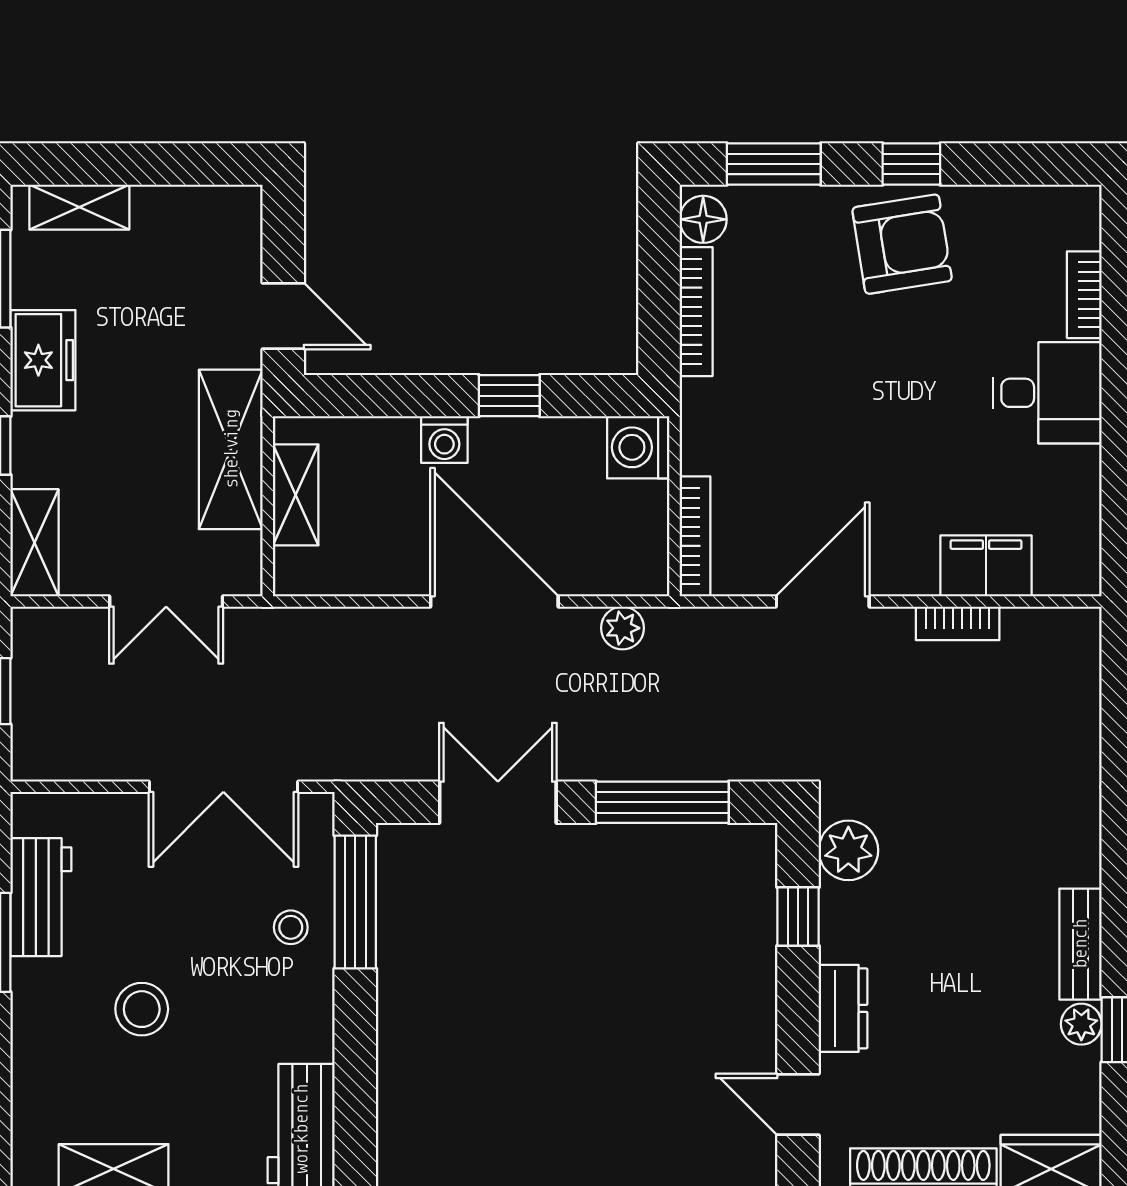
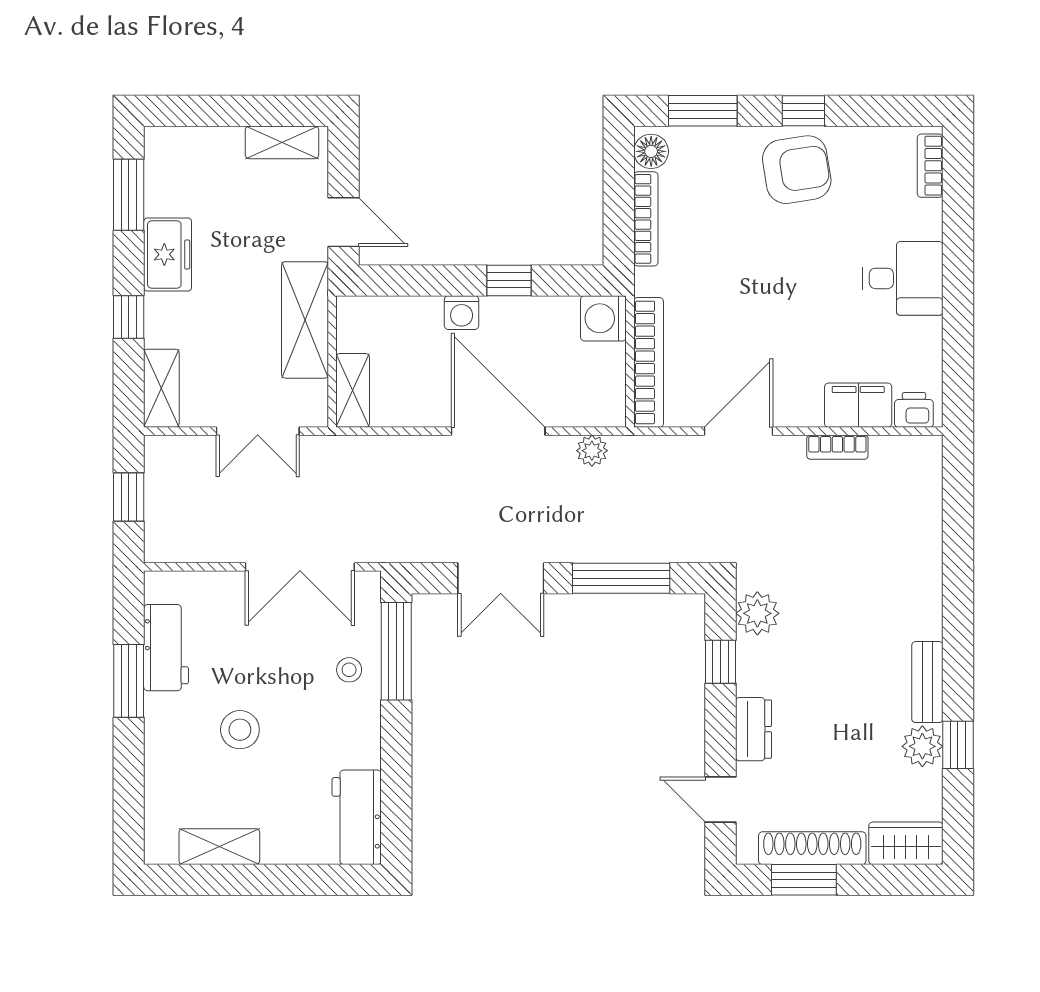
shelving: (79, 207) -> (282, 142), moved
bookcase: (1084, 295) -> (930, 166), moved
shelving: (296, 495) -> (353, 390), moved
bookcase: (695, 536) -> (649, 362), width x1.48, depth x1.31
printer: (1062, 572) -> (914, 410), added
double door: (498, 802) -> (501, 578), swing flipped
plant: (1081, 1024) -> (922, 746), width x1.38, depth x1.38

